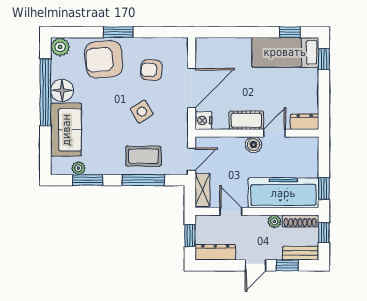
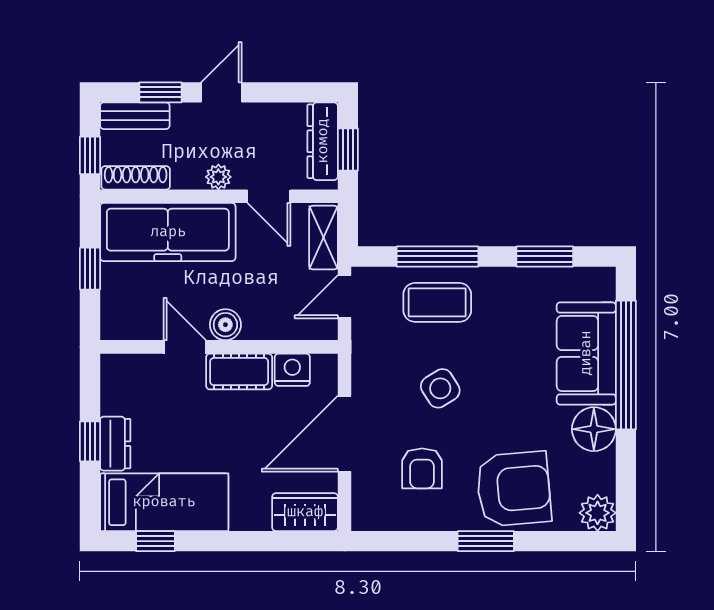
wardrobe: (212, 47) -> (305, 512), added
window: (324, 59) -> (90, 441), moved
armchair: (151, 70) -> (422, 468), turned 86
window: (45, 92) -> (626, 365), moved
nightstand: (204, 120) -> (292, 370), moved, turned -90
dresser: (305, 122) -> (115, 444), moved, turned -90
door: (275, 133) -> (185, 347), swing flipped
plant: (78, 168) -> (563, 279), removed
window: (324, 189) -> (90, 269), moved
plant: (274, 221) -> (218, 177), moved
dresser: (215, 252) -> (323, 141), moved, turned 90

